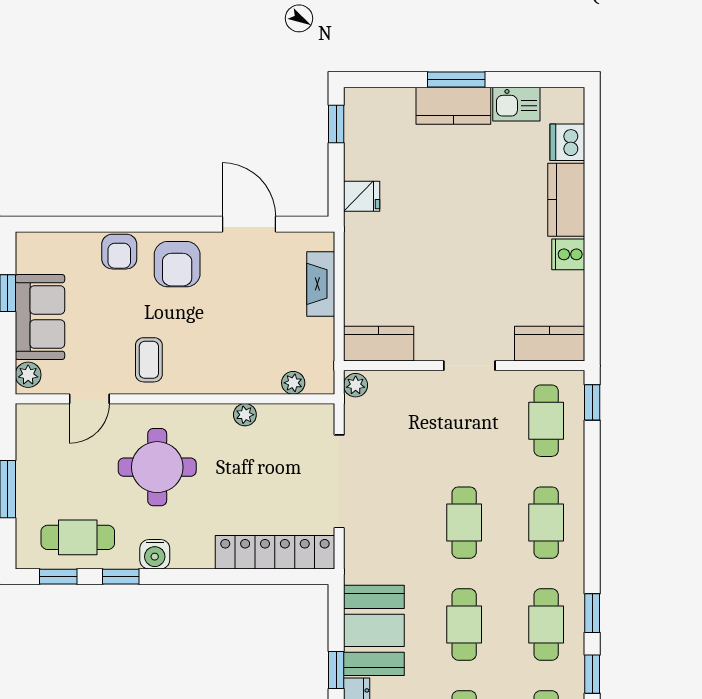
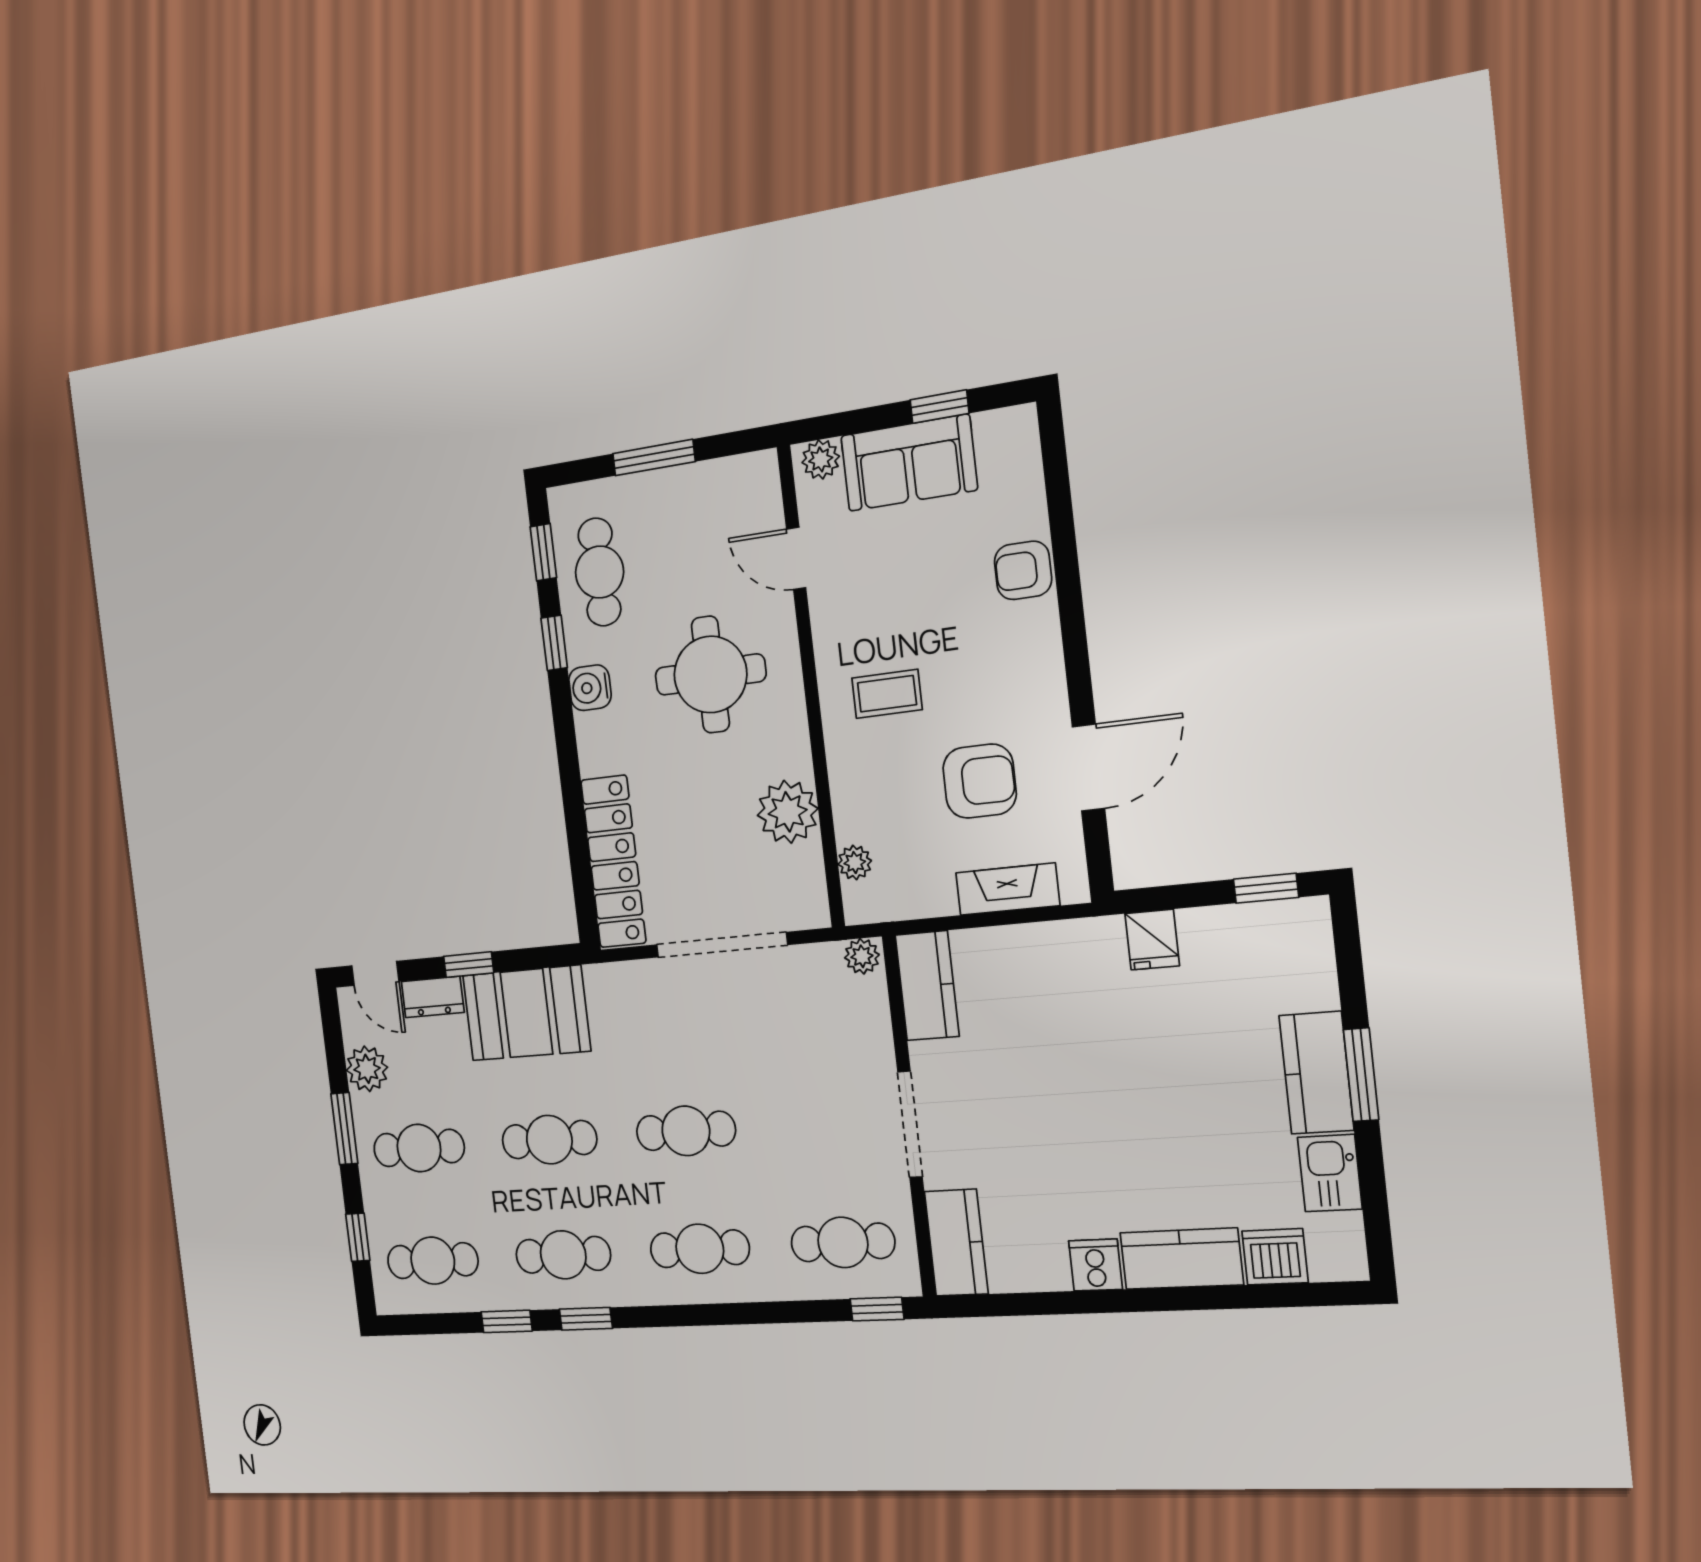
armchair: (177, 264) -> (980, 781), moved, turned 180
coffee table: (149, 360) -> (887, 694), moved
doorway: (469, 366) -> (910, 1124), width x1.38
plant: (245, 415) -> (788, 812), width x1.87, depth x1.87

